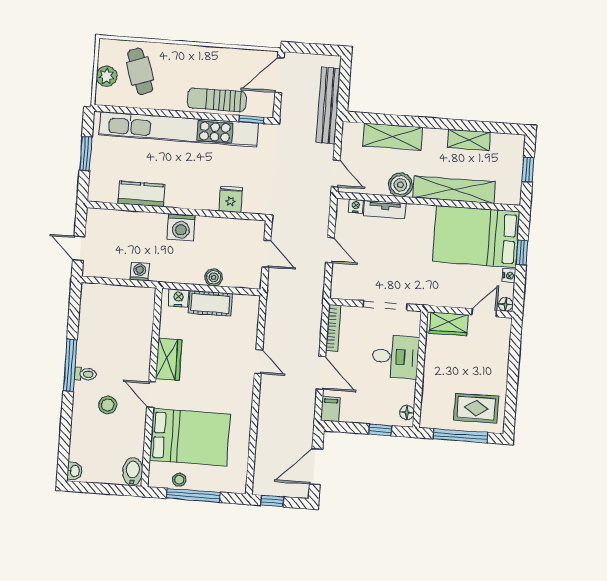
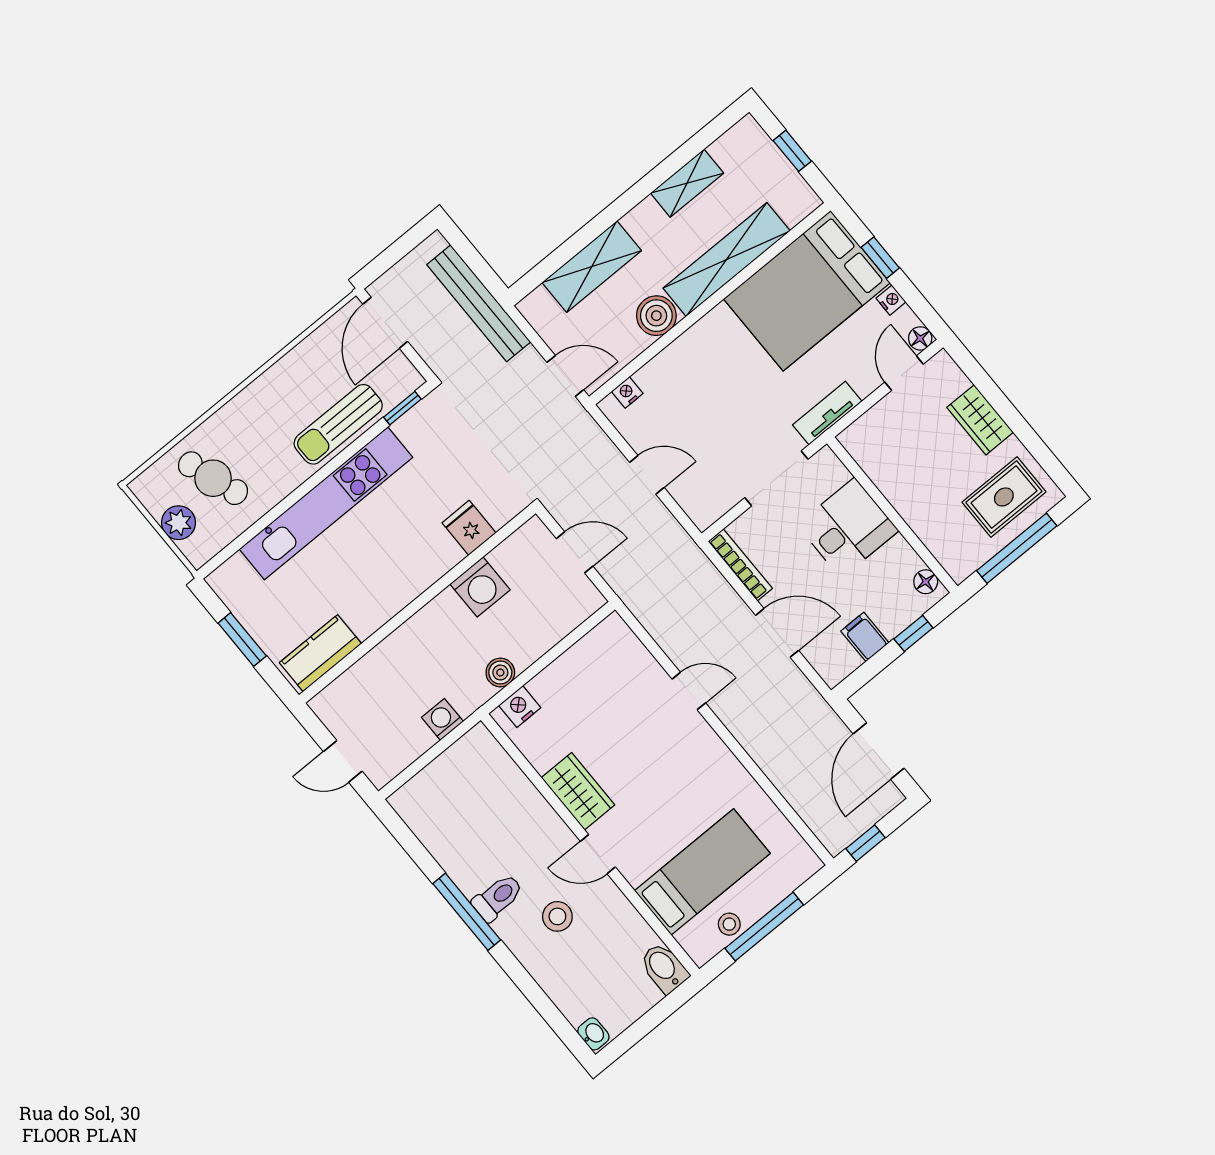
kitchen unit: (179, 129) -> (326, 503), width x0.73
kitchen counter: (141, 194) -> (320, 653), moved
tv unit: (385, 209) -> (827, 413), moved, turned 180
washing machine: (181, 227) -> (480, 587), moved
boiler: (214, 277) -> (500, 673), moved
cot: (210, 303) -> (564, 676), removed
wardrobe: (449, 324) -> (980, 420), moved, turned 90
toilet: (85, 374) -> (498, 898), width x1.37, depth x1.39
filing cabinet: (330, 409) -> (865, 637), moved
bed: (190, 437) -> (702, 872), width x0.67

